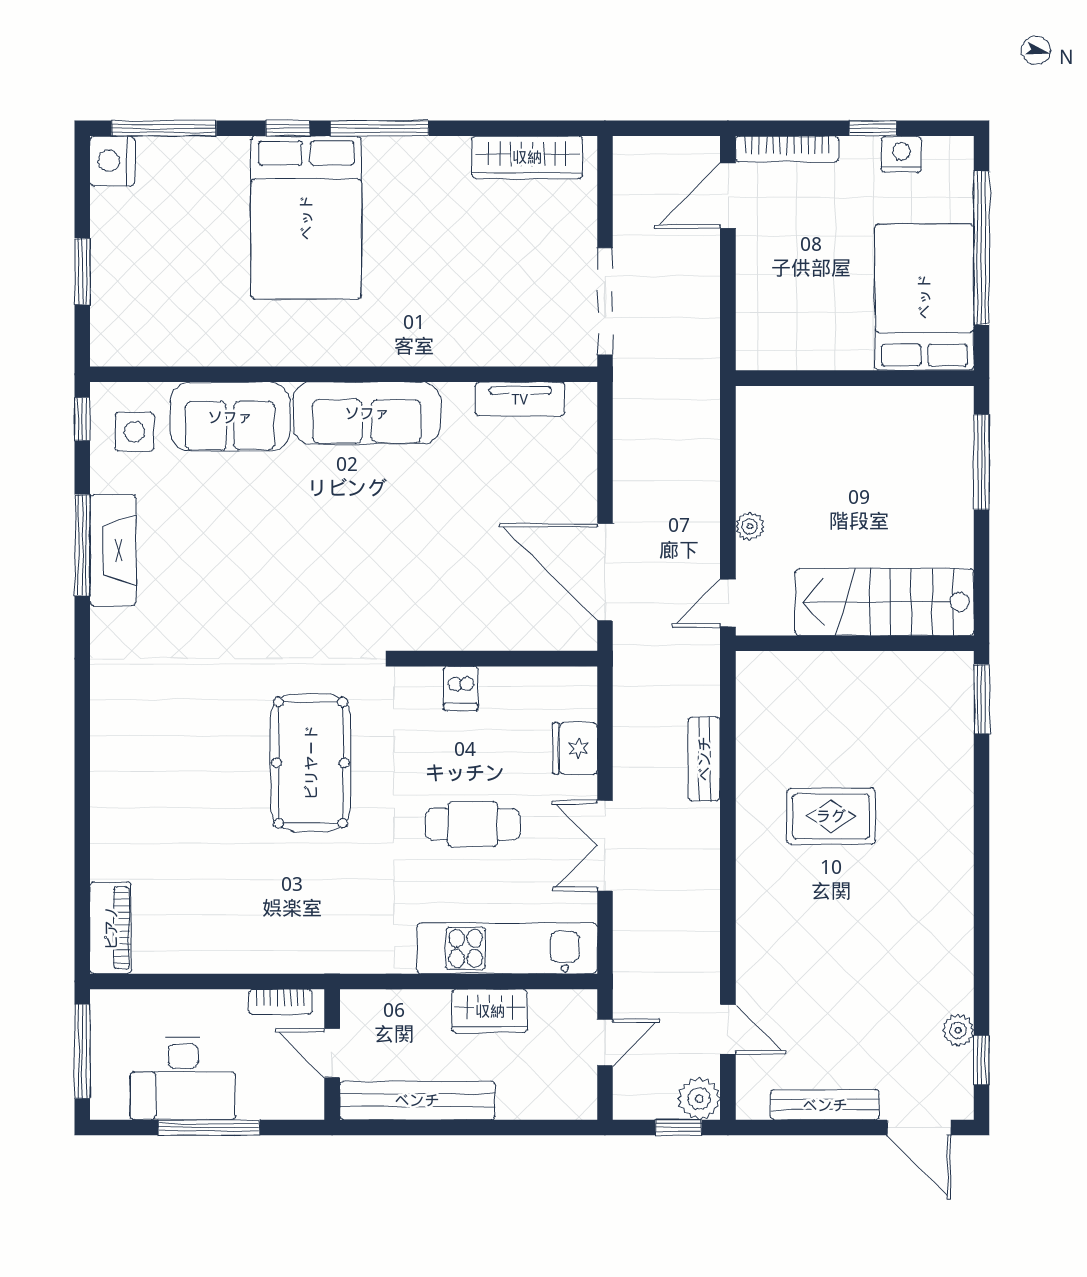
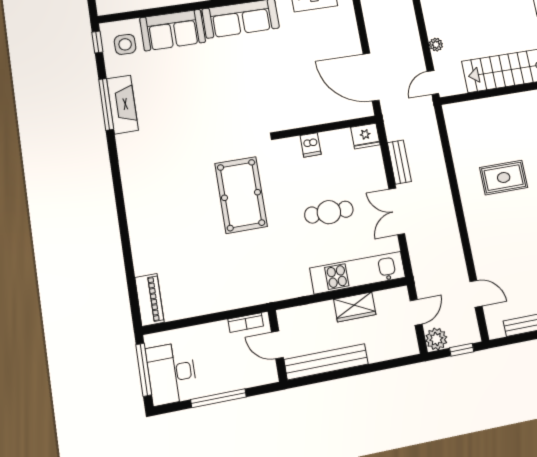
fridge: (575, 749) -> (365, 136), moved, turned -90
bench: (704, 759) -> (399, 162), moved
desk: (183, 1078) -> (172, 373), moved, turned 90
plant: (699, 1099) -> (436, 339), moved

